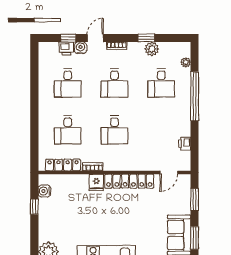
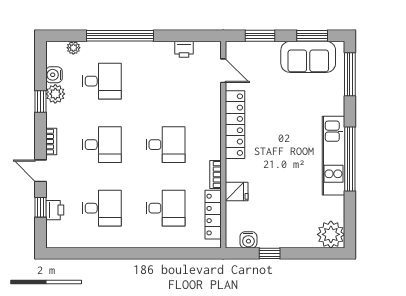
water cooler: (81, 48) -> (54, 75), moved
fridge: (96, 182) -> (237, 192), moved

